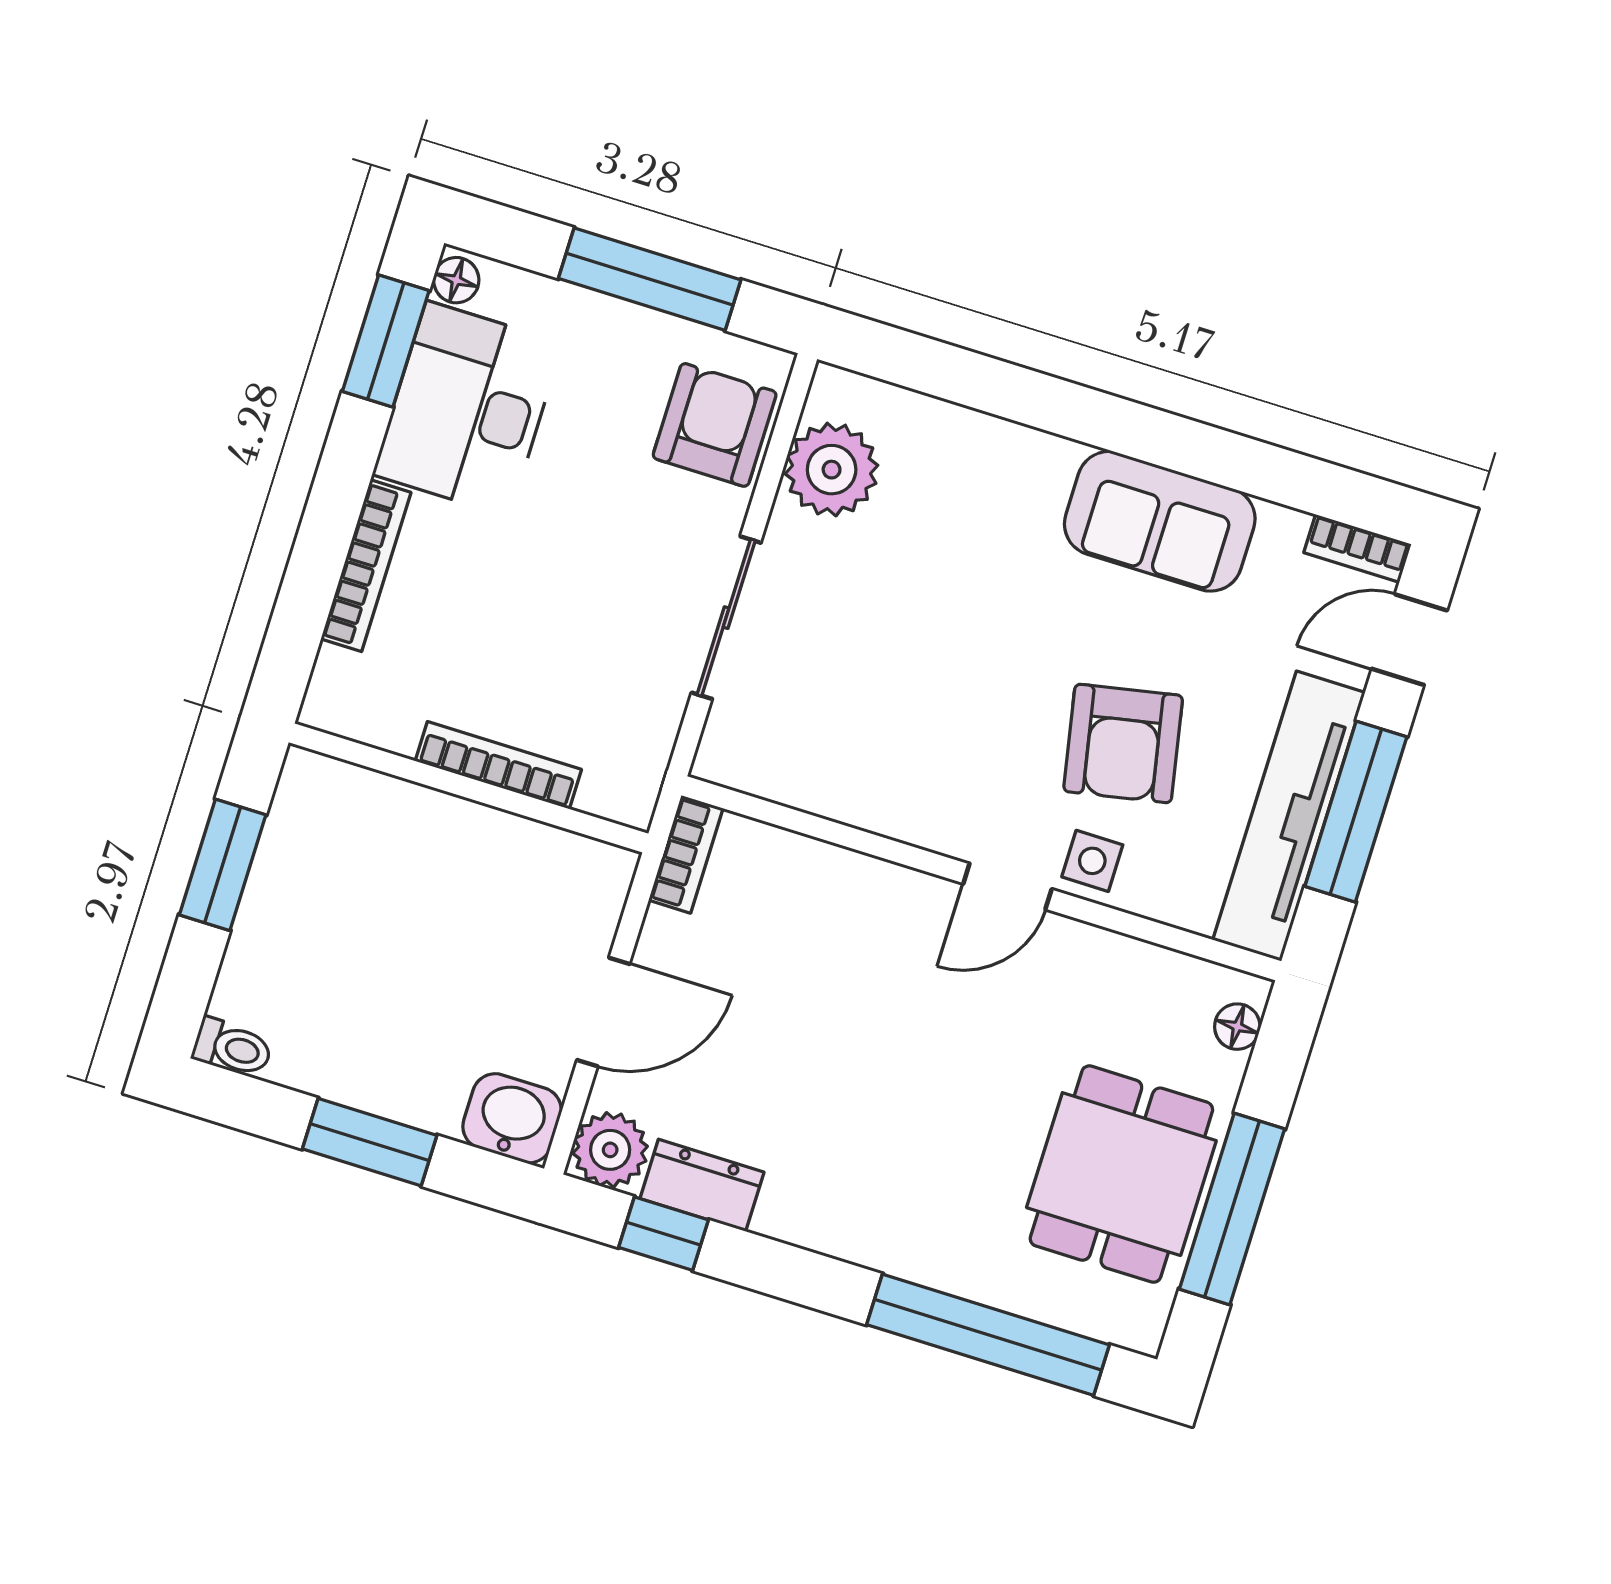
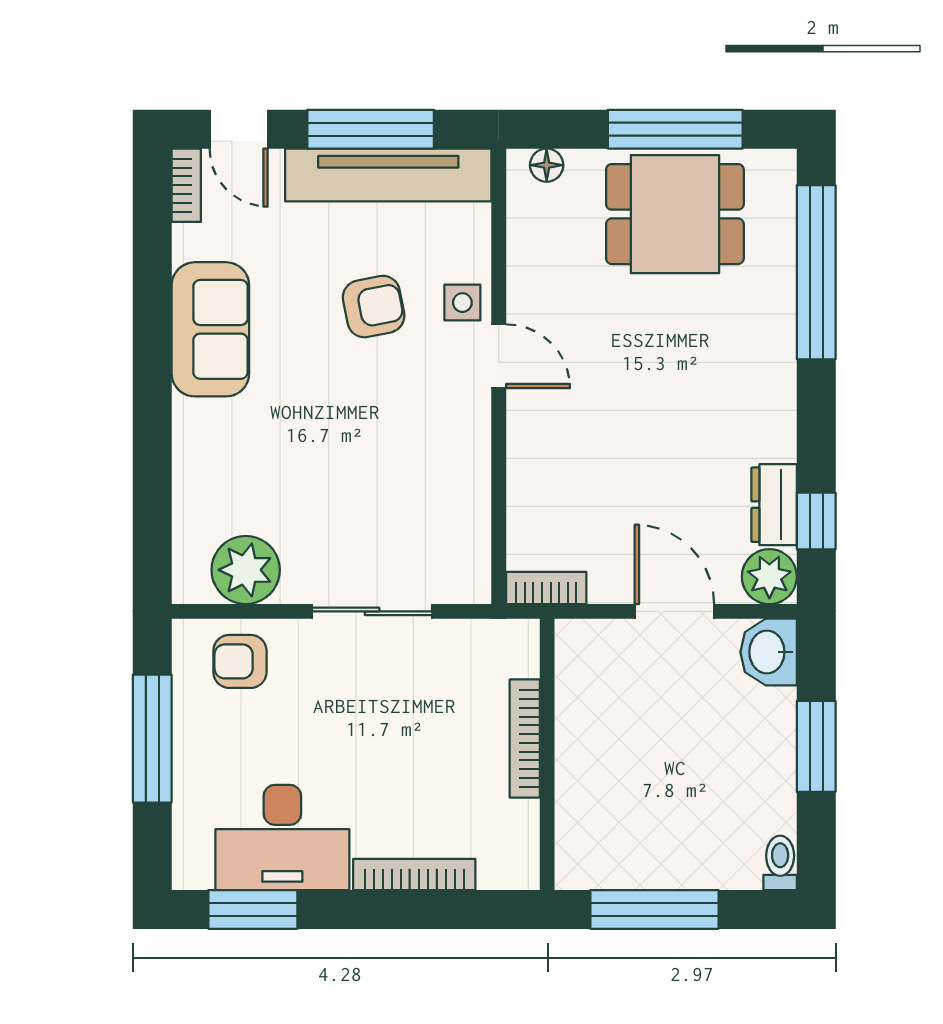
floor lamp: (456, 280) -> (195, 873), removed
armchair: (715, 425) -> (240, 661), width x0.72, depth x0.72
armchair: (1123, 743) -> (374, 307), width x0.72, depth x0.72
window: (223, 865) -> (654, 909), width x1.44

